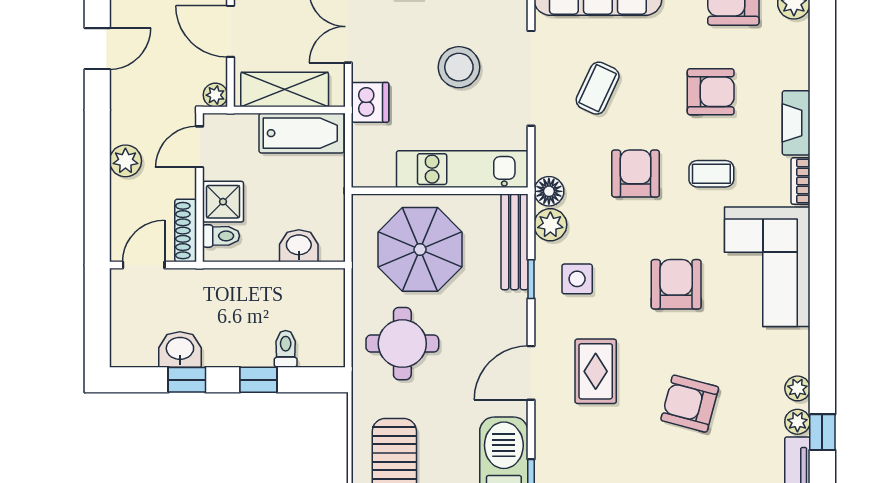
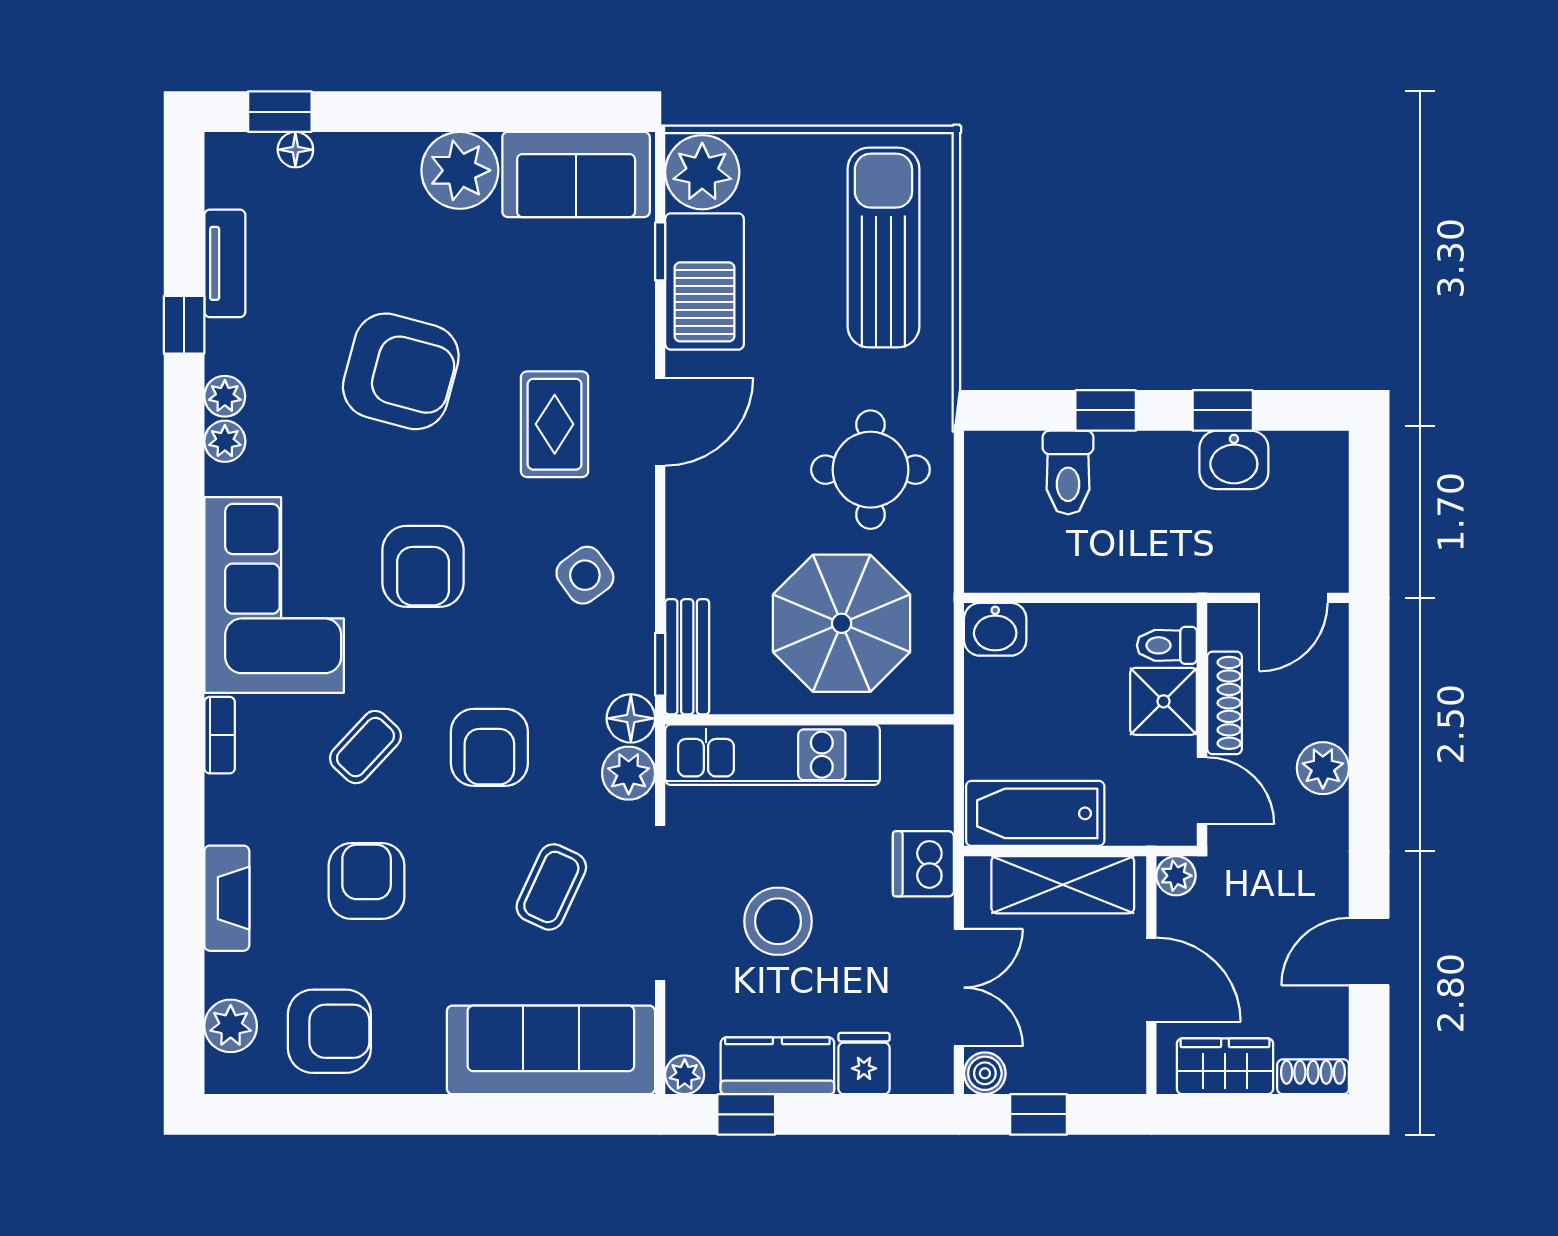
armchair: (711, 92) -> (367, 881), turned 90
fireplace: (796, 123) -> (227, 898), moved
door: (199, 147) -> (1202, 791), hinge flipped
coffee table: (711, 174) -> (365, 747), turned -47
plant: (550, 225) -> (629, 773), moved
shoe rack: (186, 231) -> (1225, 703), moved
bench: (514, 242) -> (687, 657), width x0.73
washbasin: (299, 246) -> (995, 629), moved
window: (531, 279) -> (660, 664), moved
side table: (577, 279) -> (585, 575), turned -36
toilet: (286, 349) -> (1068, 473), width x1.37, depth x1.39
armchair: (690, 404) -> (401, 371), width x1.36, depth x1.36
plant: (797, 422) -> (225, 441), moved

